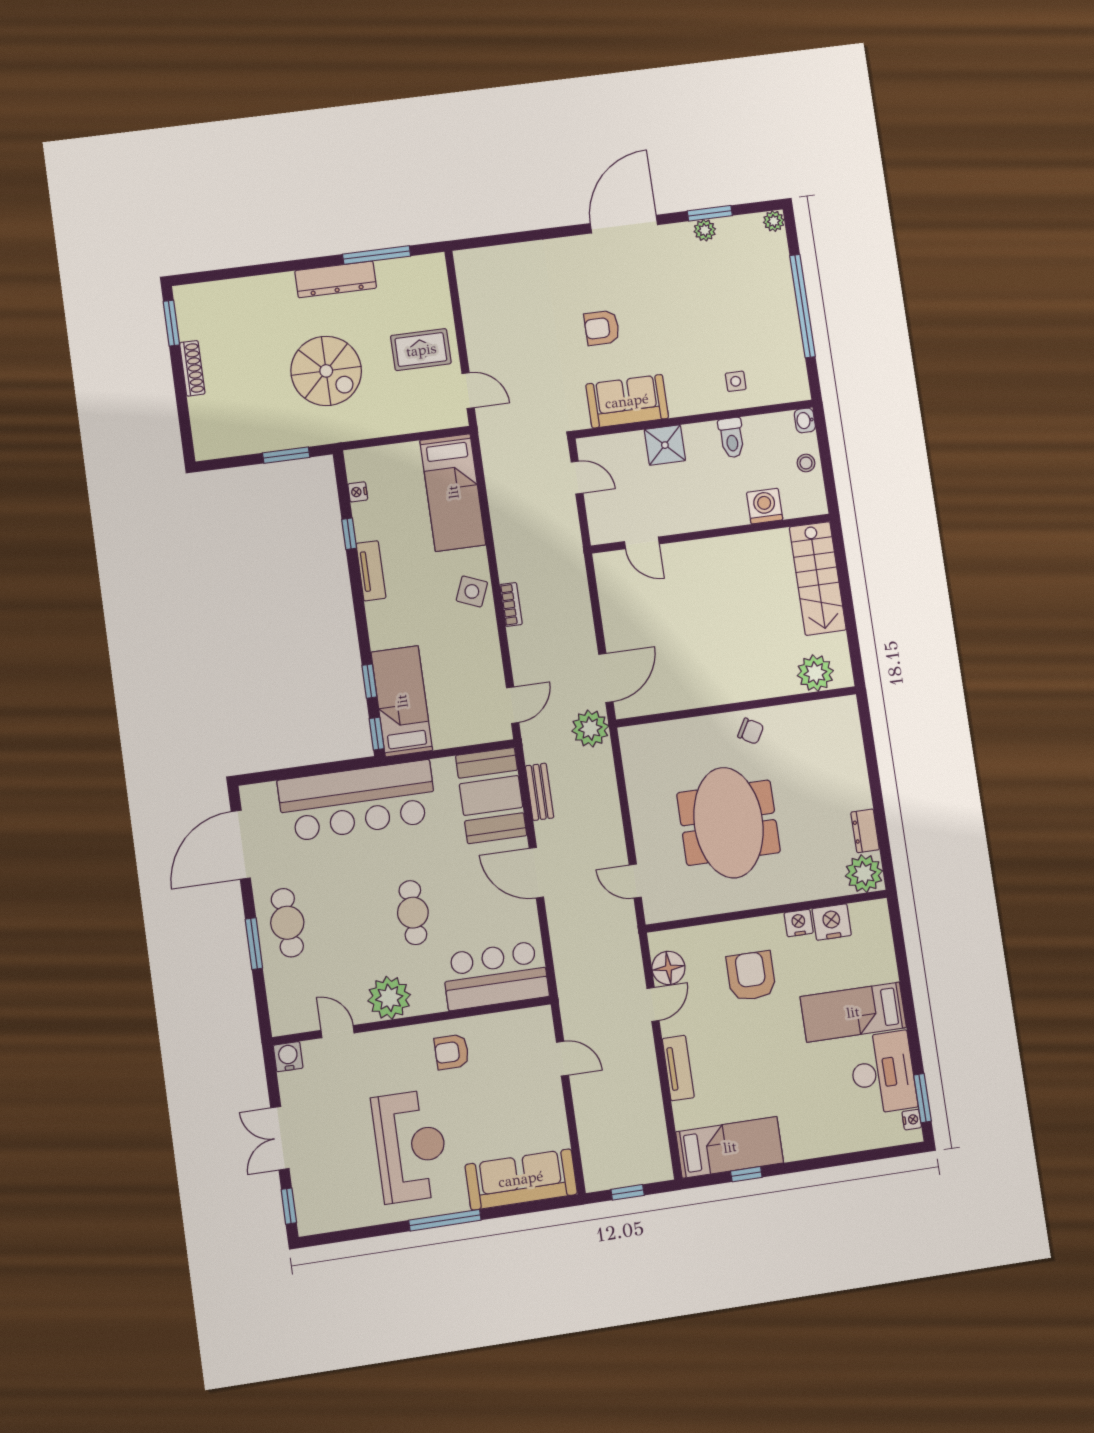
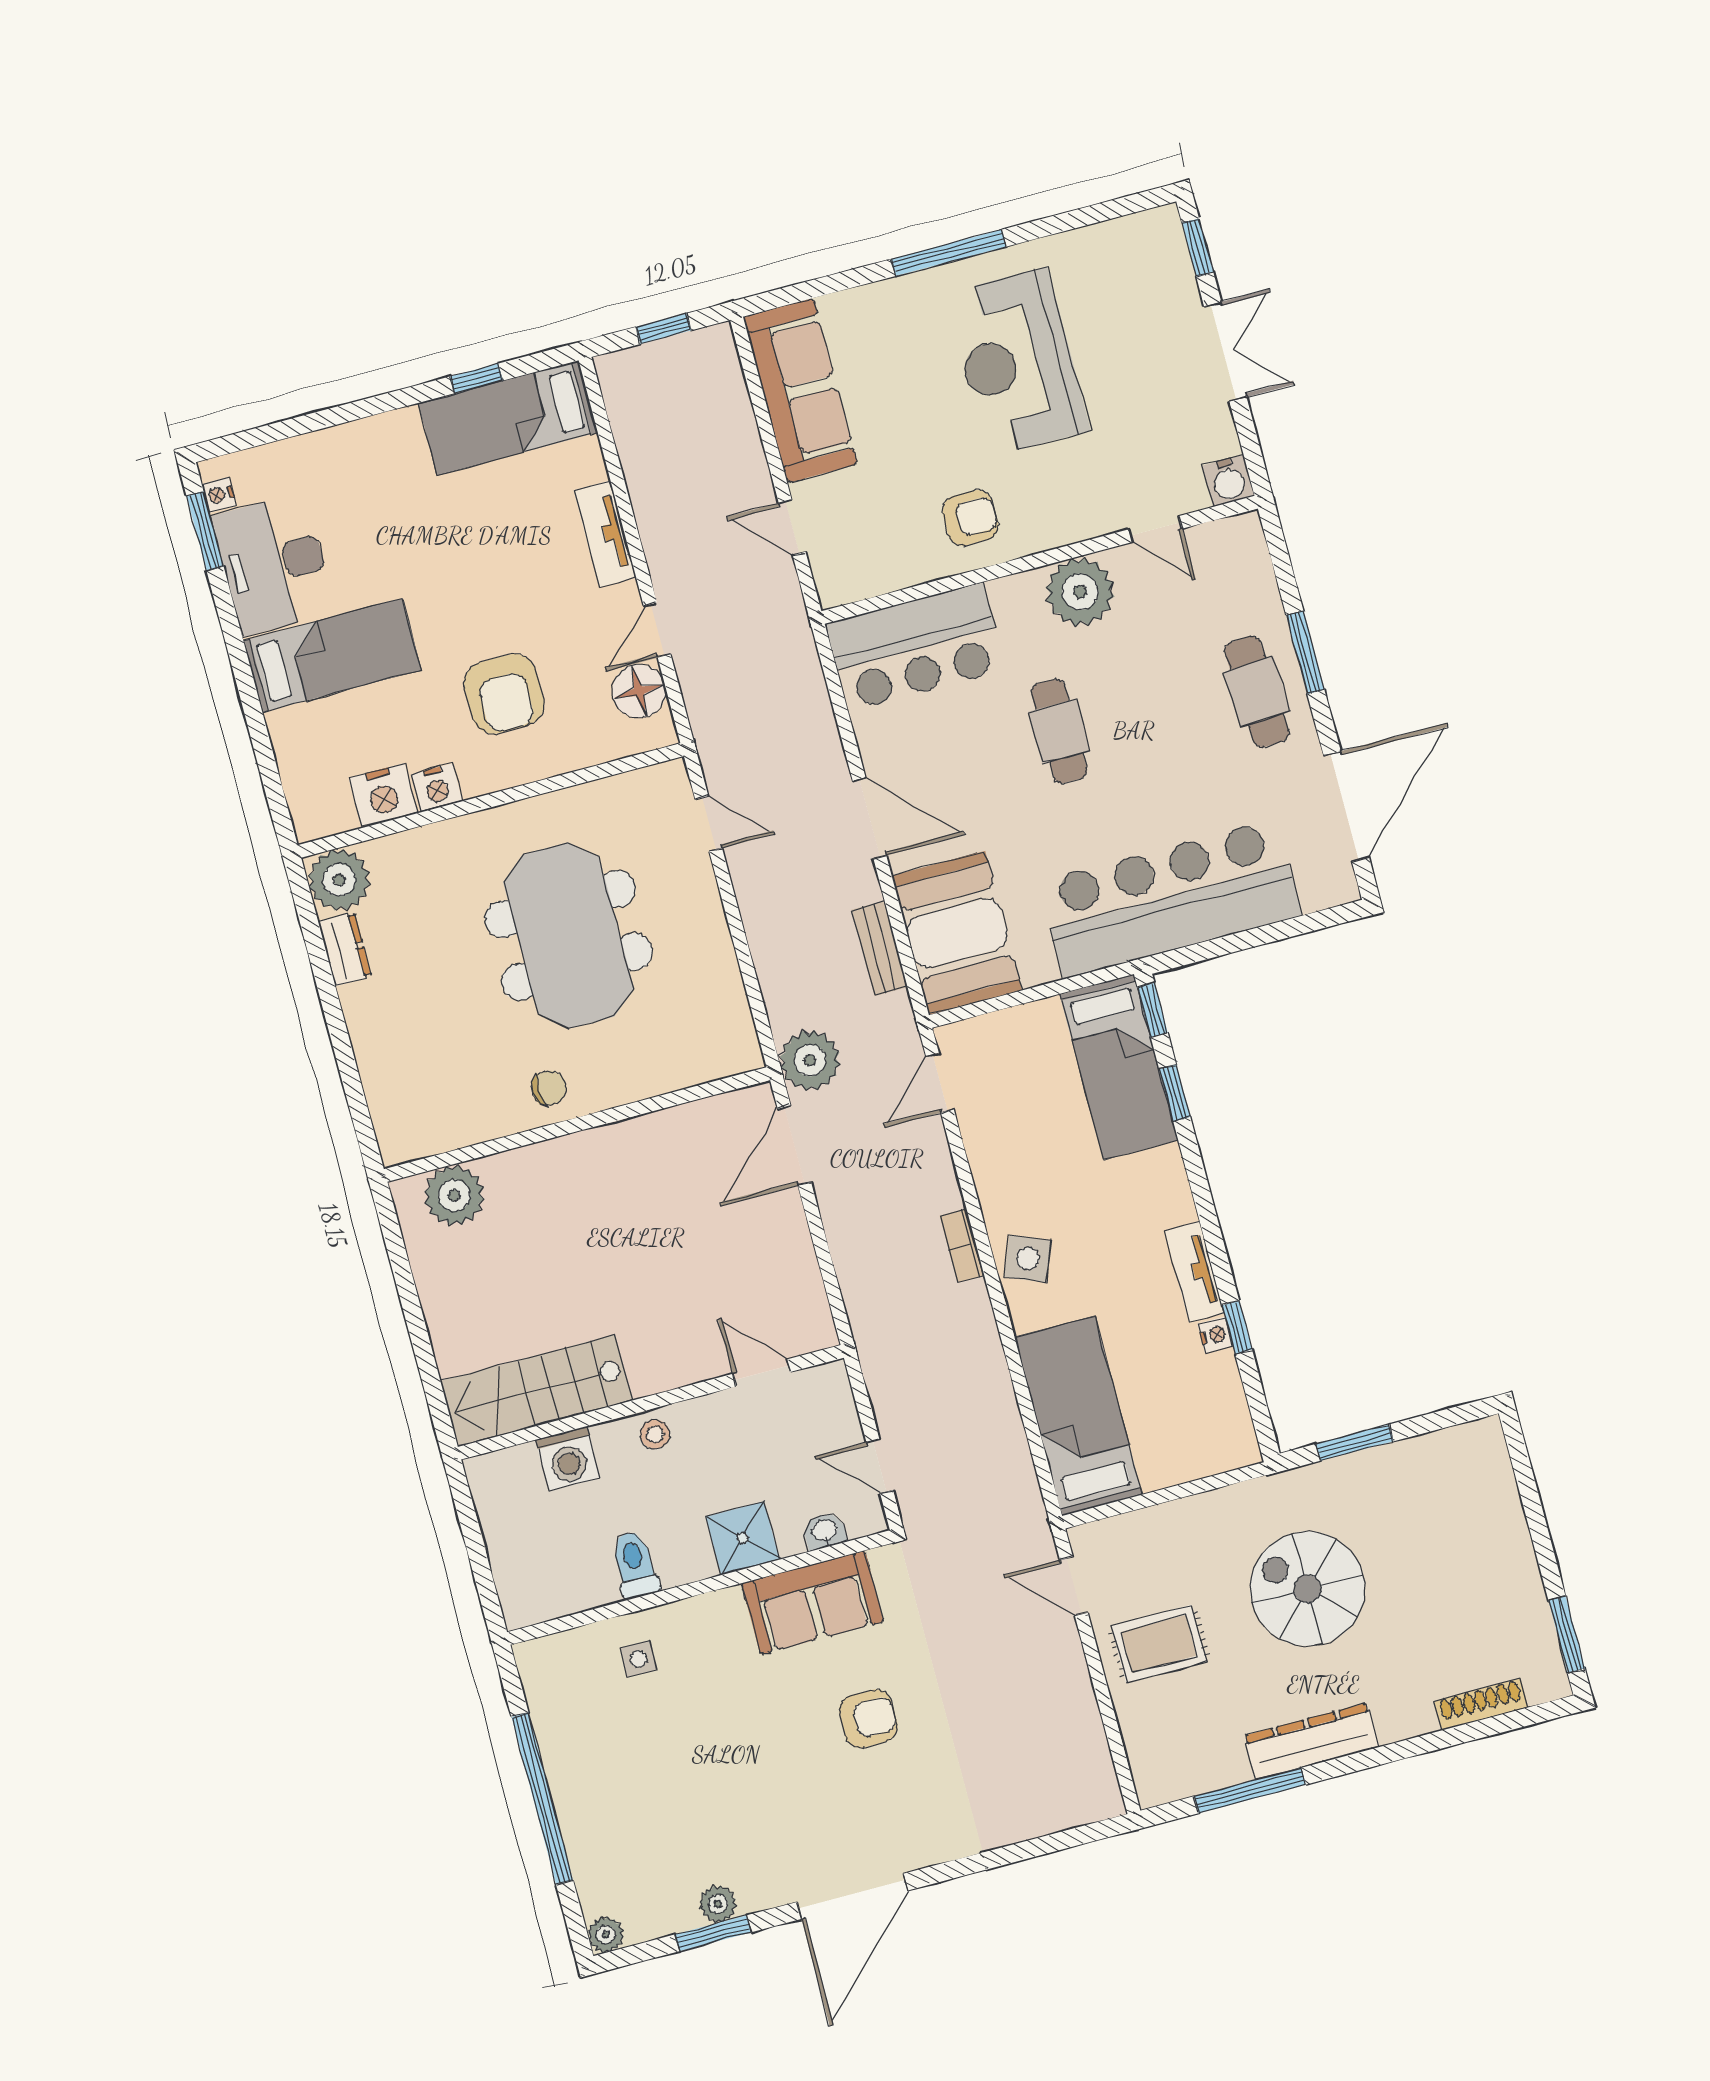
shoe rack: (192, 368) -> (1481, 1704), moved, turned 90
washbasin: (805, 420) -> (825, 1531), moved, turned -90
stool: (806, 463) -> (655, 1434), moved
nightstand: (358, 492) -> (1215, 1335), moved
stairs: (818, 578) -> (536, 1391), moved, turned -90
chair: (751, 731) -> (549, 1088), turned 147
sofa: (521, 1179) -> (800, 390), moved, turned -90

